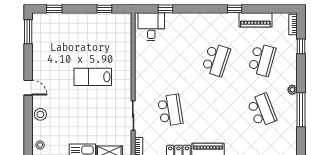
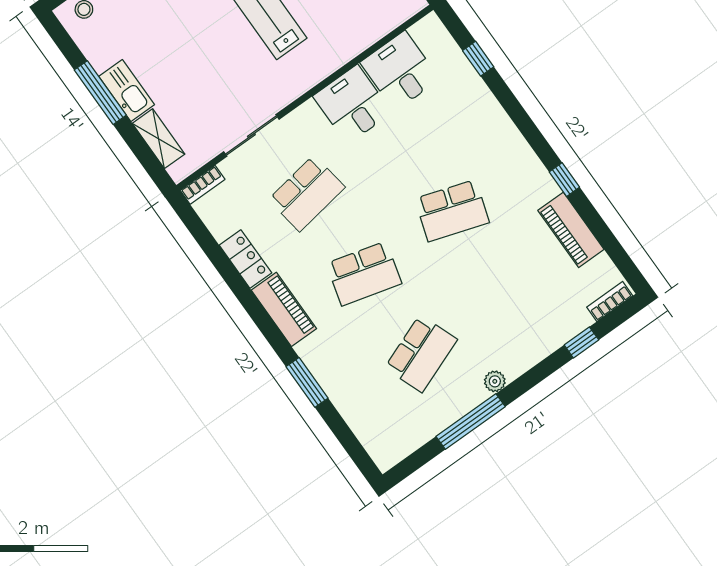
desk: (151, 27) -> (400, 71), moved, turned -90
school desk: (262, 60) -> (364, 274), moved
desk: (149, 69) -> (352, 104), added

